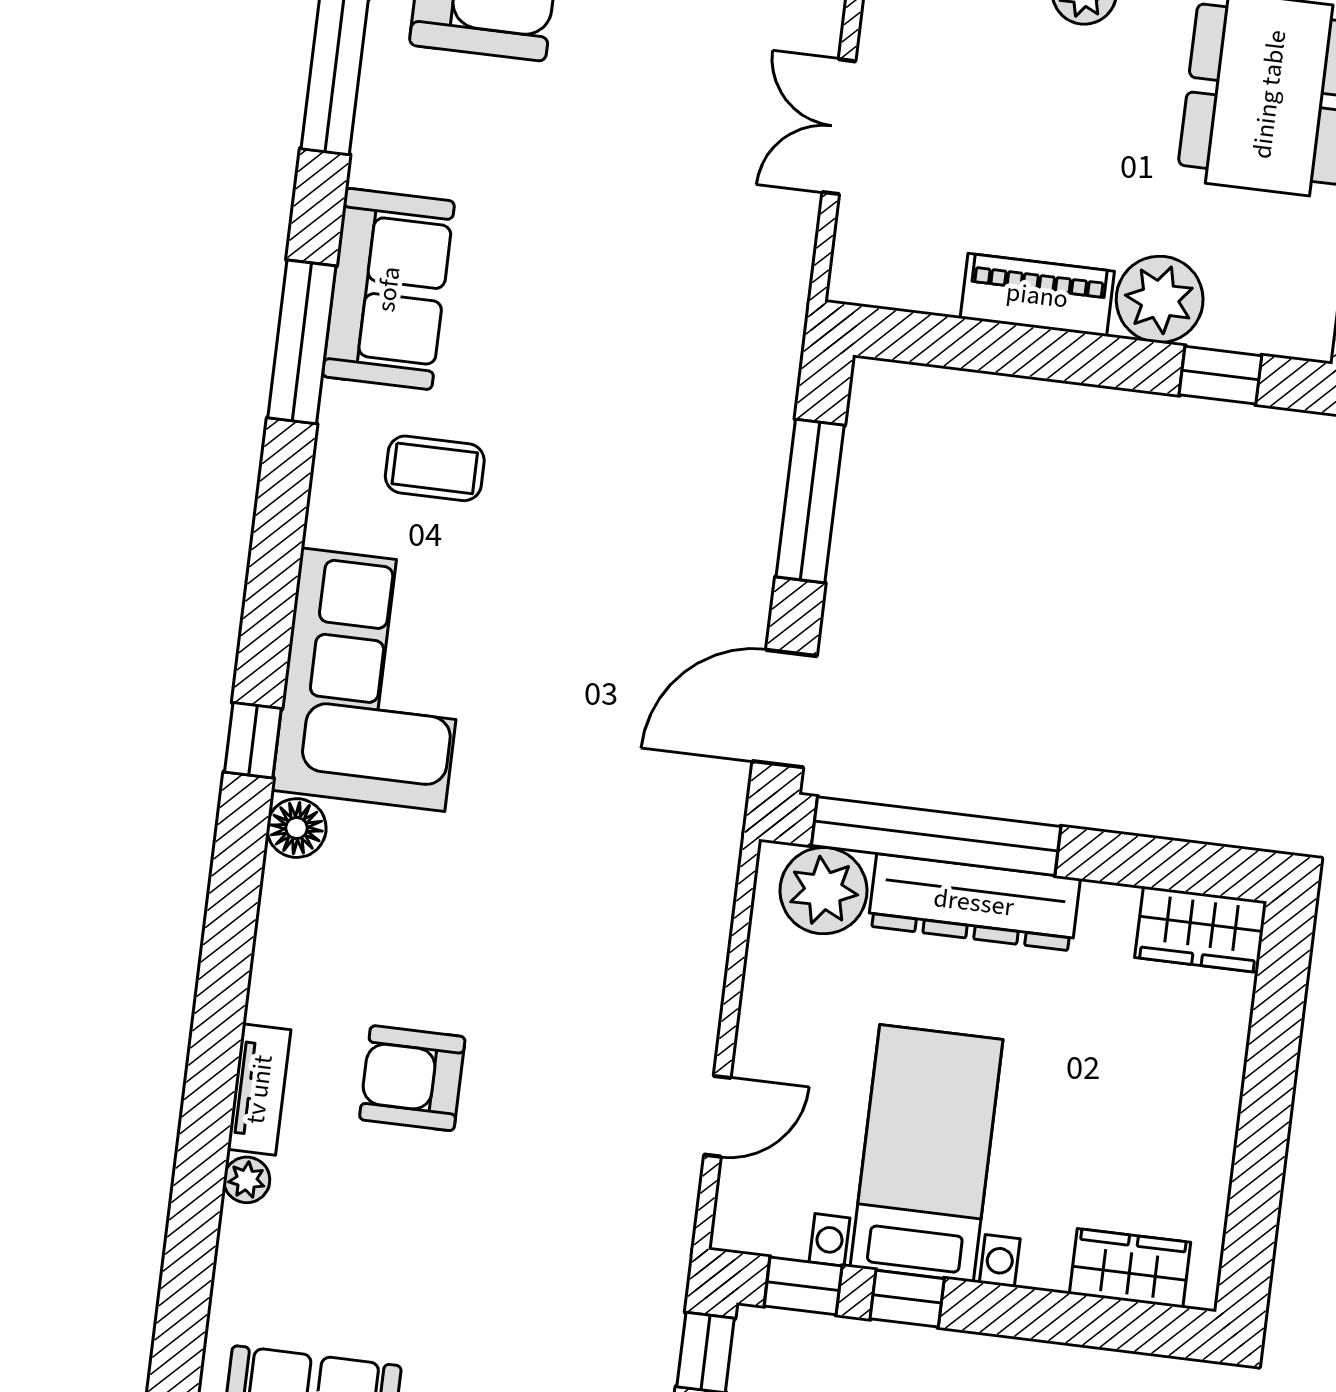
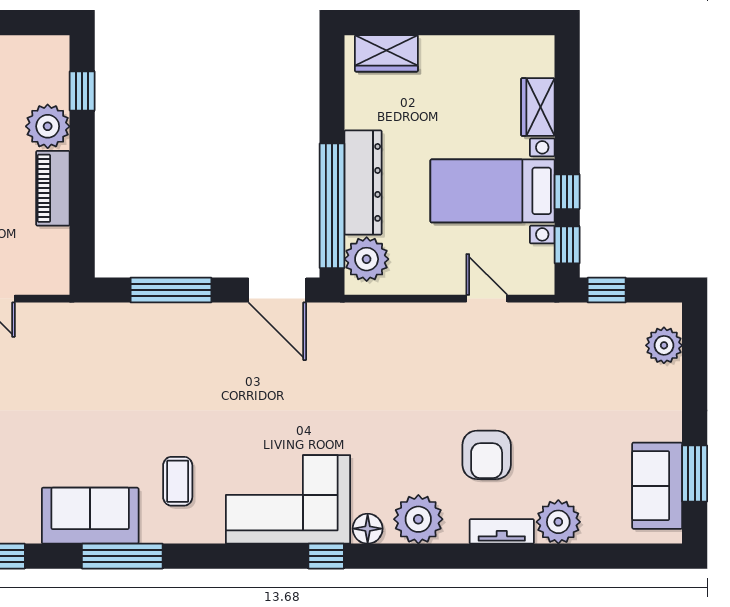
plant: (303, 929) -> (418, 519), added
wardrobe: (1201, 929) -> (386, 53), moved, turned 90
plant: (247, 1180) -> (558, 522), width x1.87, depth x1.87
wardrobe: (1130, 1268) -> (538, 107), moved

